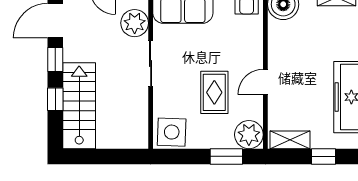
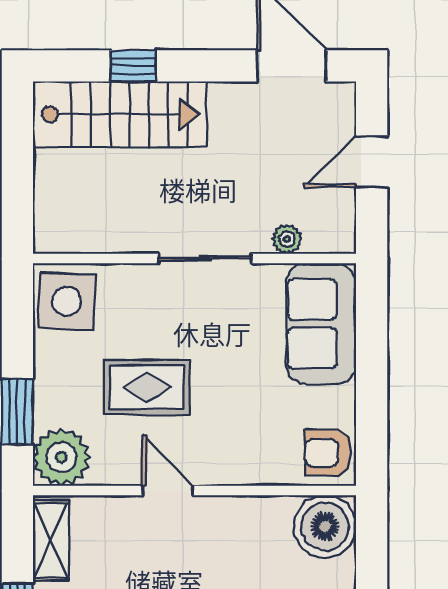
plant: (135, 23) -> (287, 239), width x0.53, depth x0.53
window: (55, 59) -> (213, 66), removed

